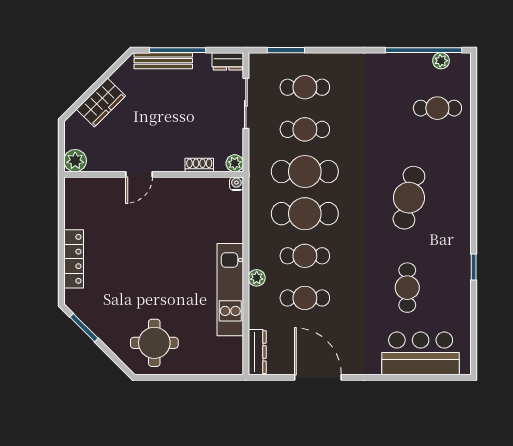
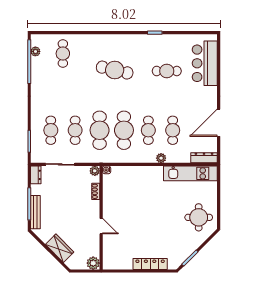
kitchen unit: (230, 290) -> (190, 173), moved

